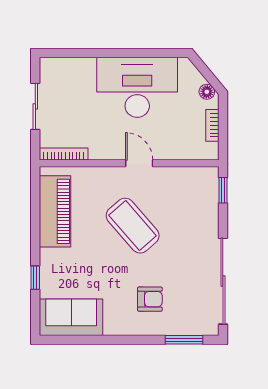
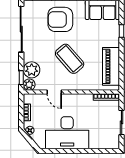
door: (139, 163) -> (54, 92), moved
plant: (208, 177) -> (29, 85), added
plant: (204, 205) -> (32, 70), added
armchair: (150, 299) -> (60, 19), width x1.88, depth x1.88

